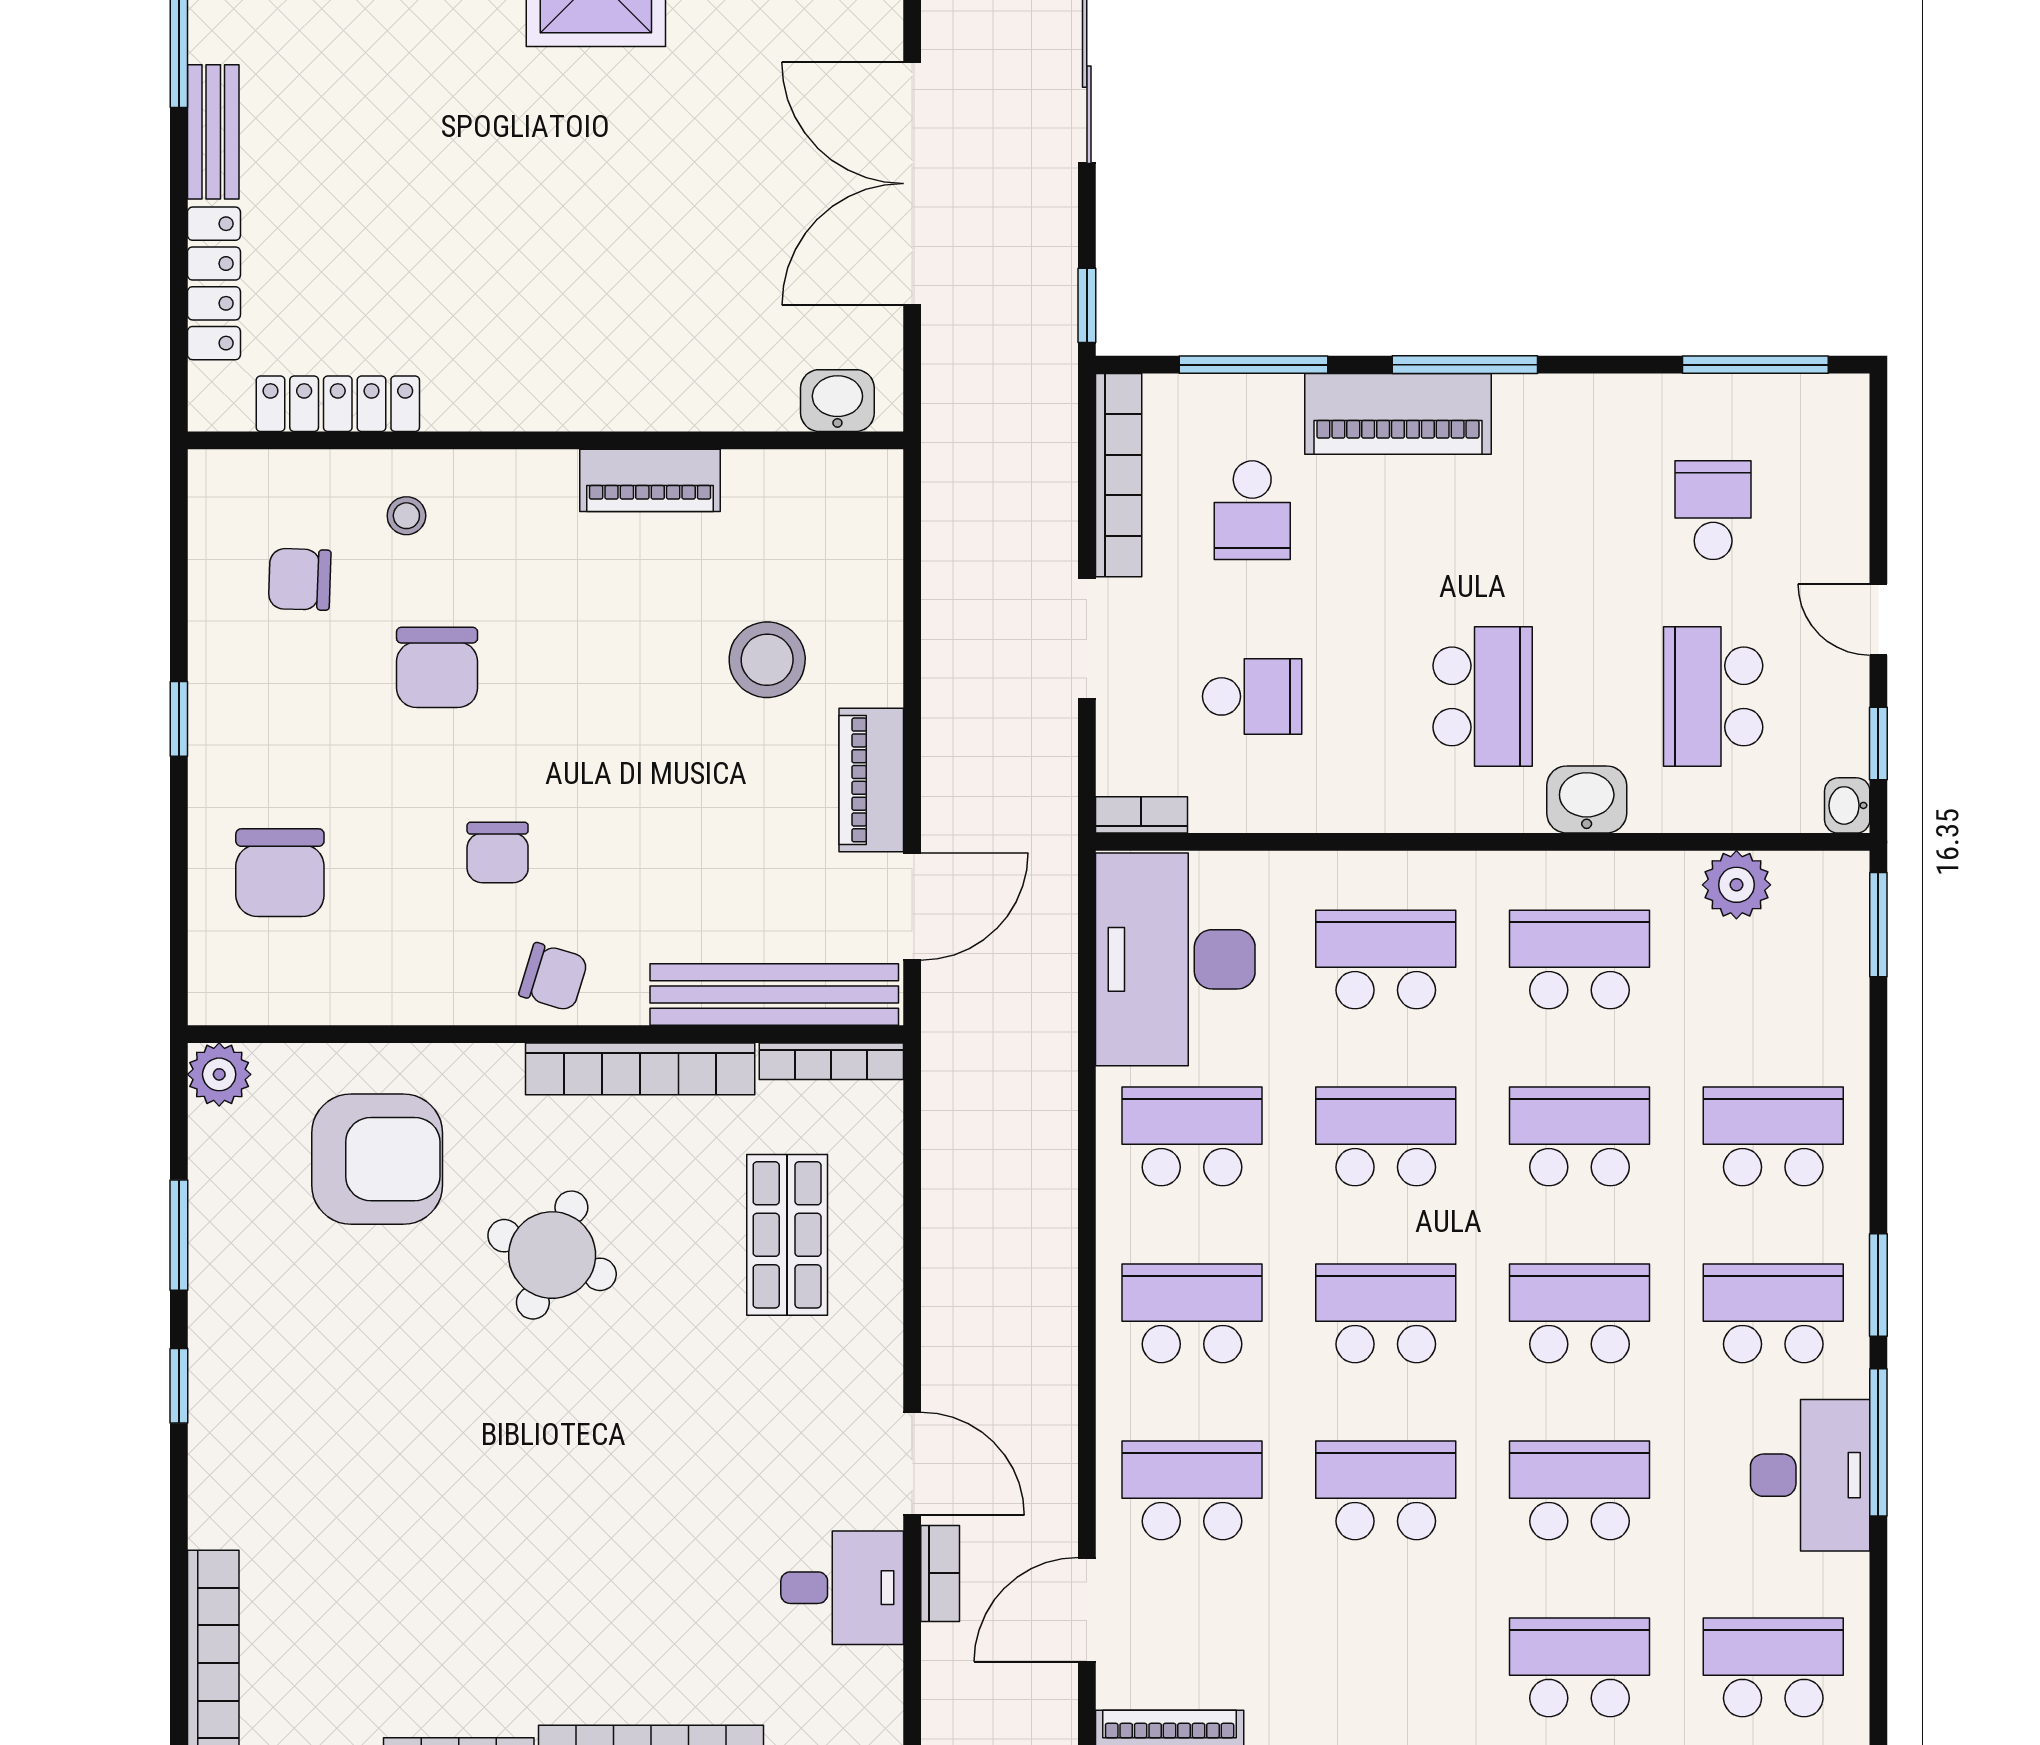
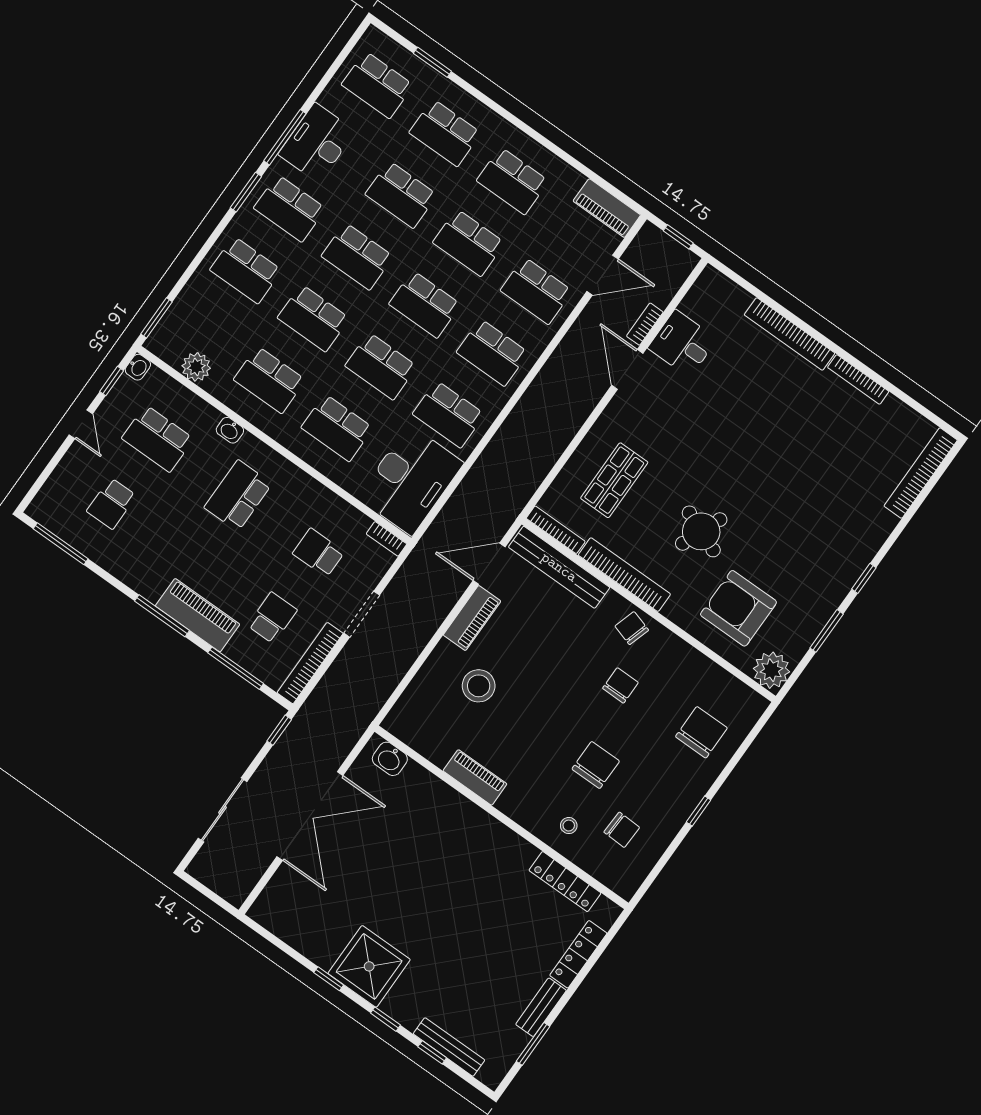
school desk: (1713, 696) -> (158, 438), turned 90
washbasin: (1587, 799) -> (230, 430), width x0.72, depth x0.69
plant: (219, 1074) -> (771, 670), width x1.36, depth x1.36
school desk: (1386, 1667) -> (513, 181), added

